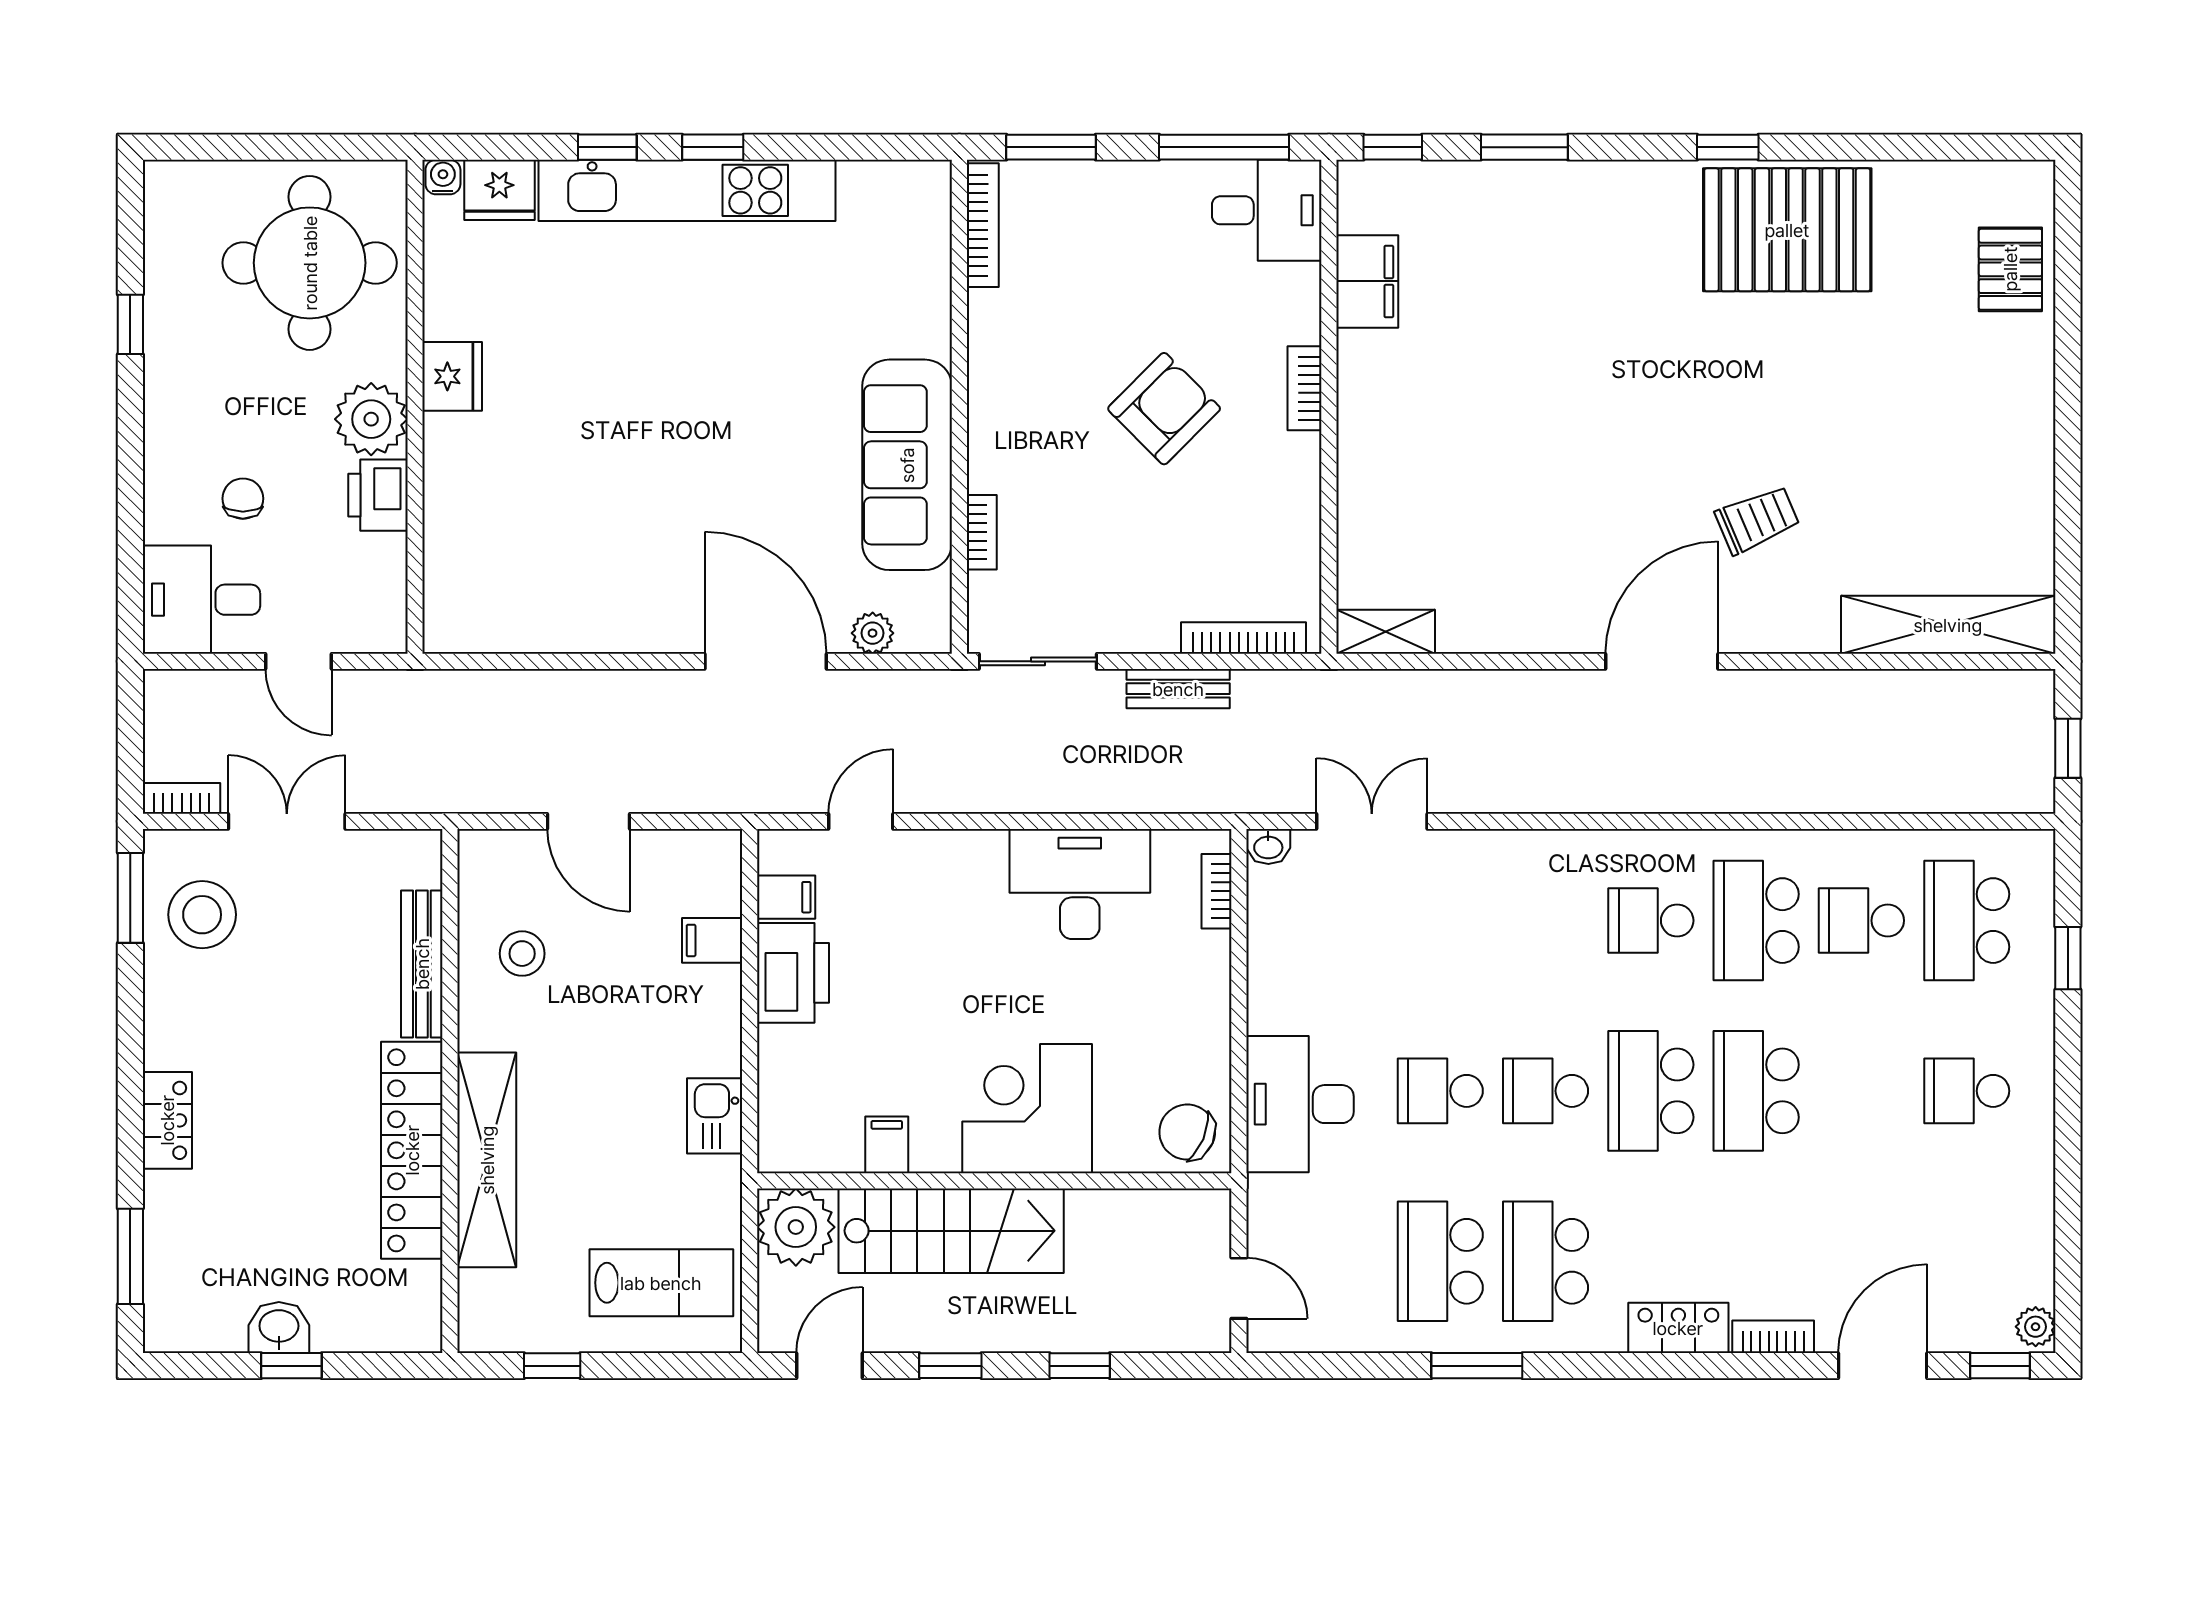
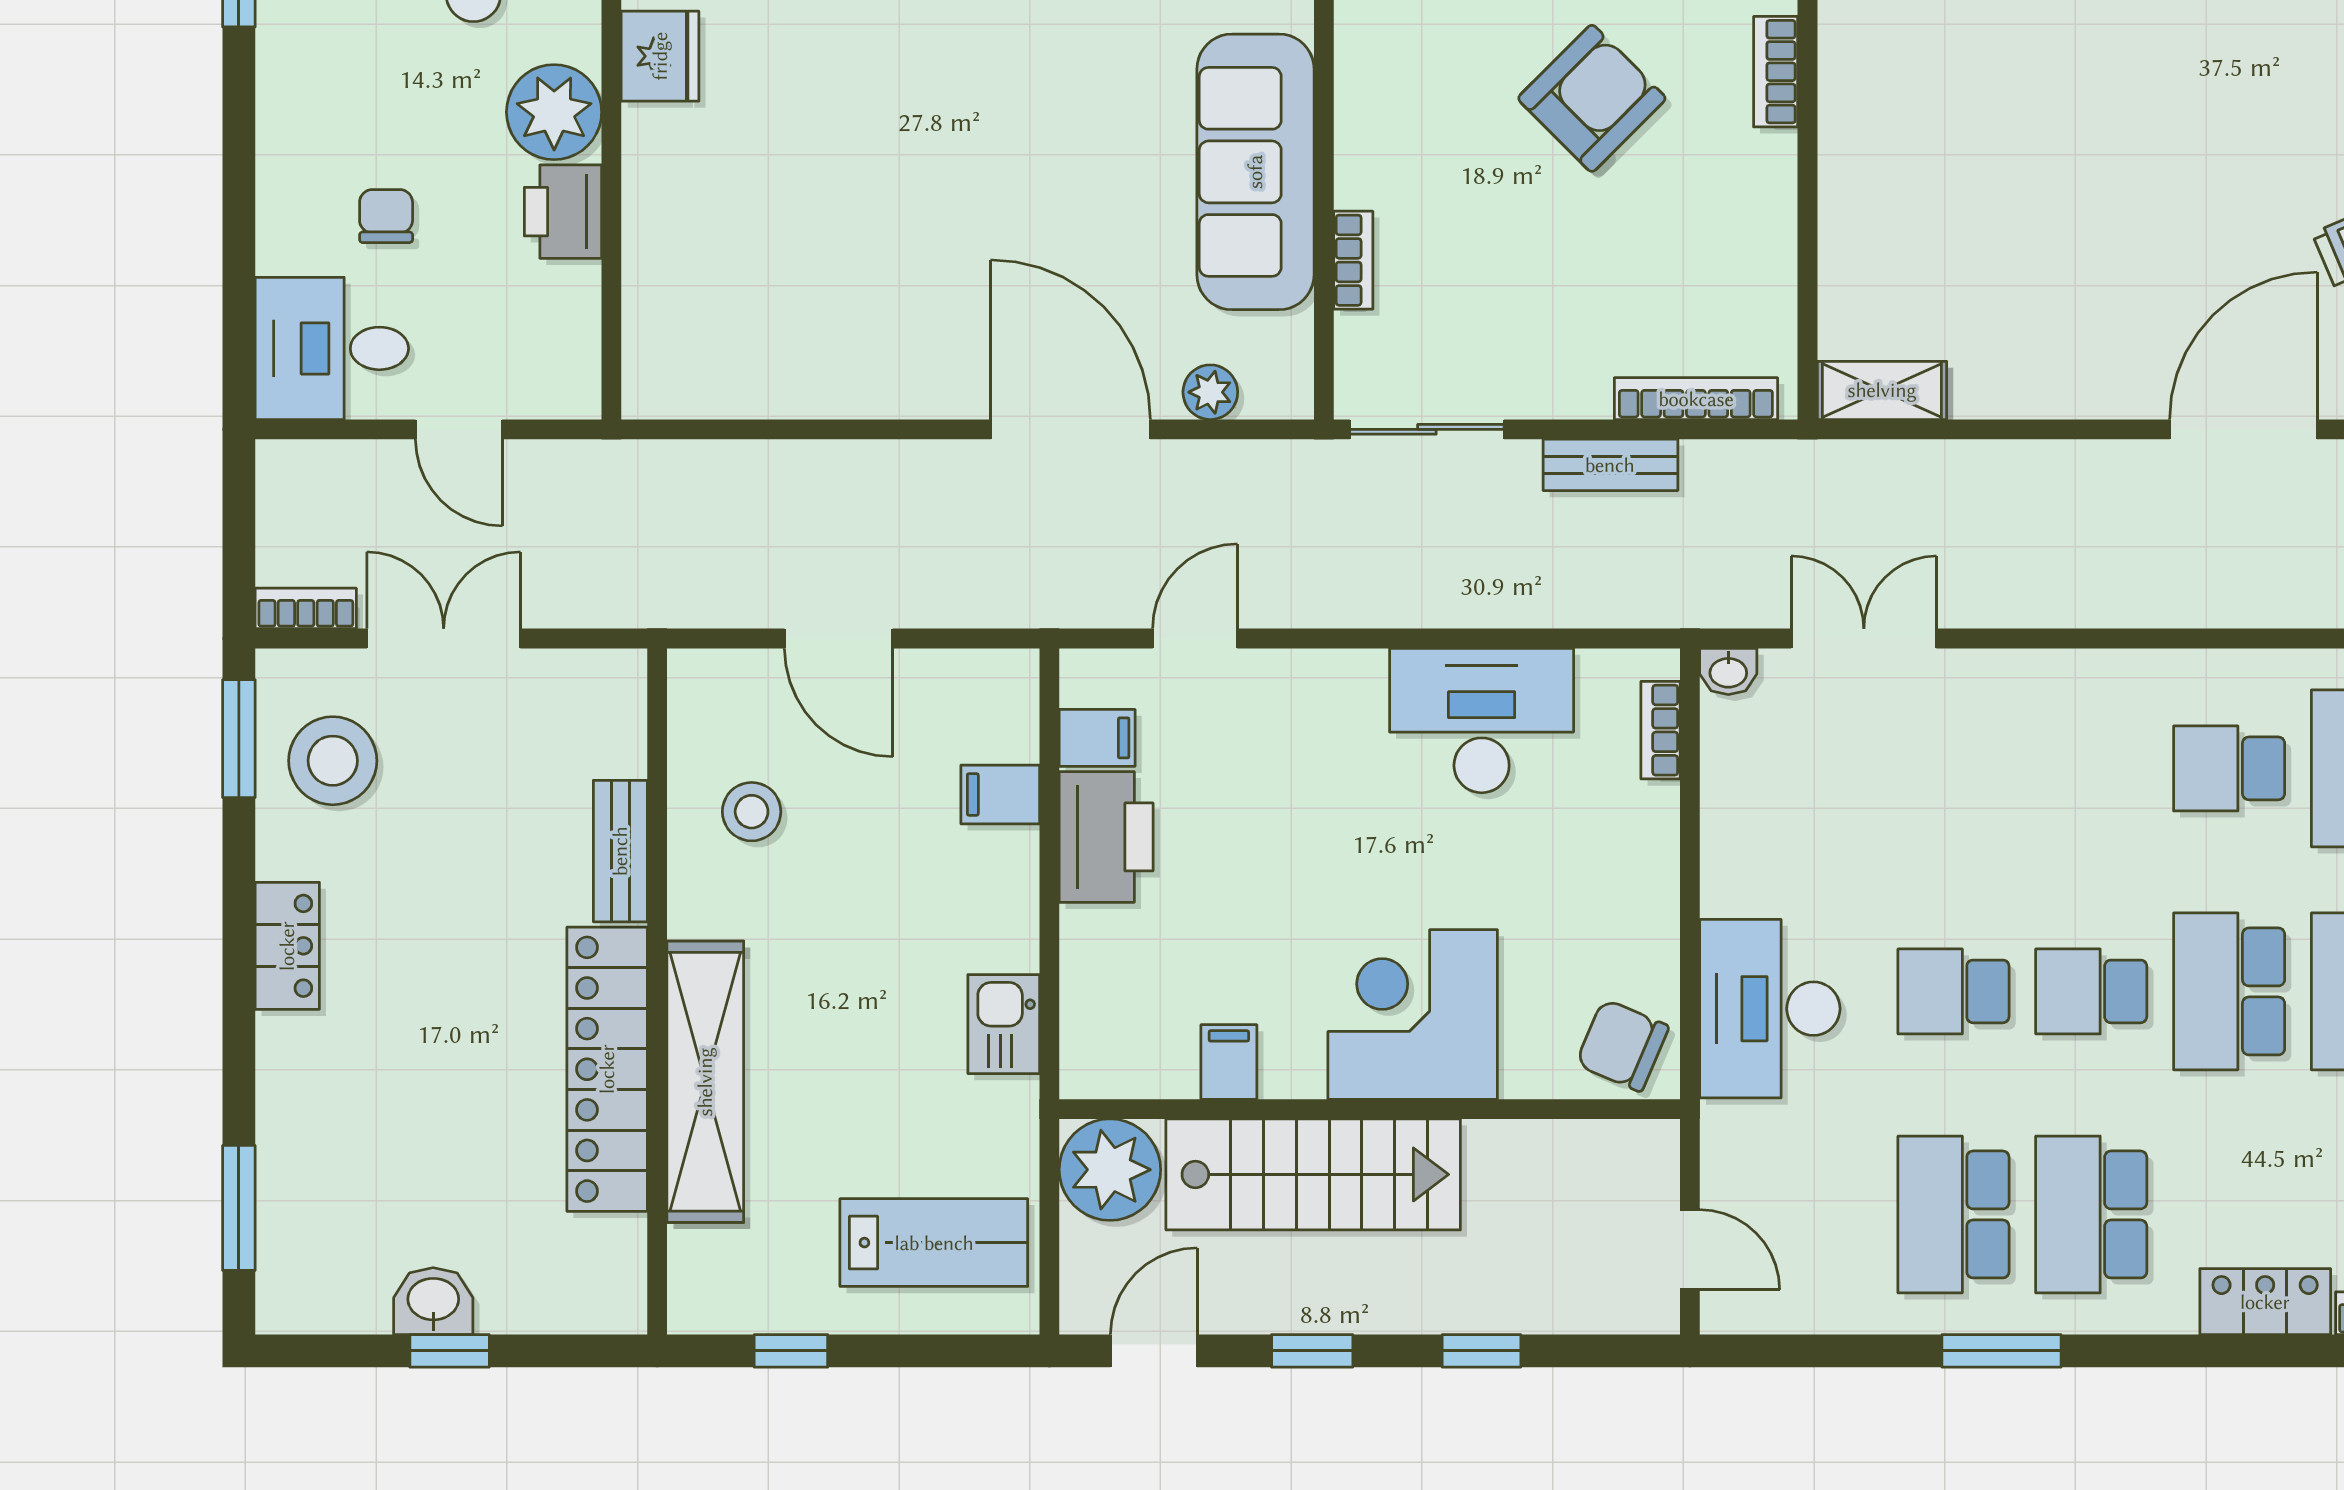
bench: (422, 964) -> (620, 851), width x0.73
locker: (167, 1120) -> (287, 946), moved

